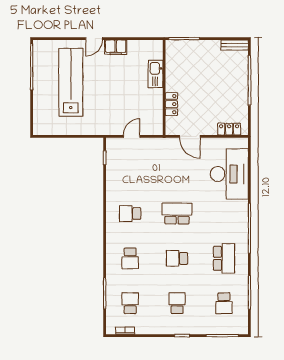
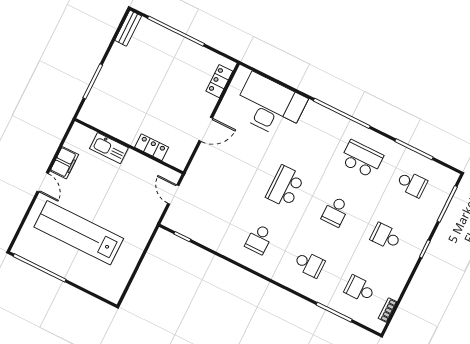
kitchen sink: (156, 74) -> (109, 148), moved
wall: (164, 87) -> (129, 146), moved
locker: (171, 104) -> (152, 147), moved

